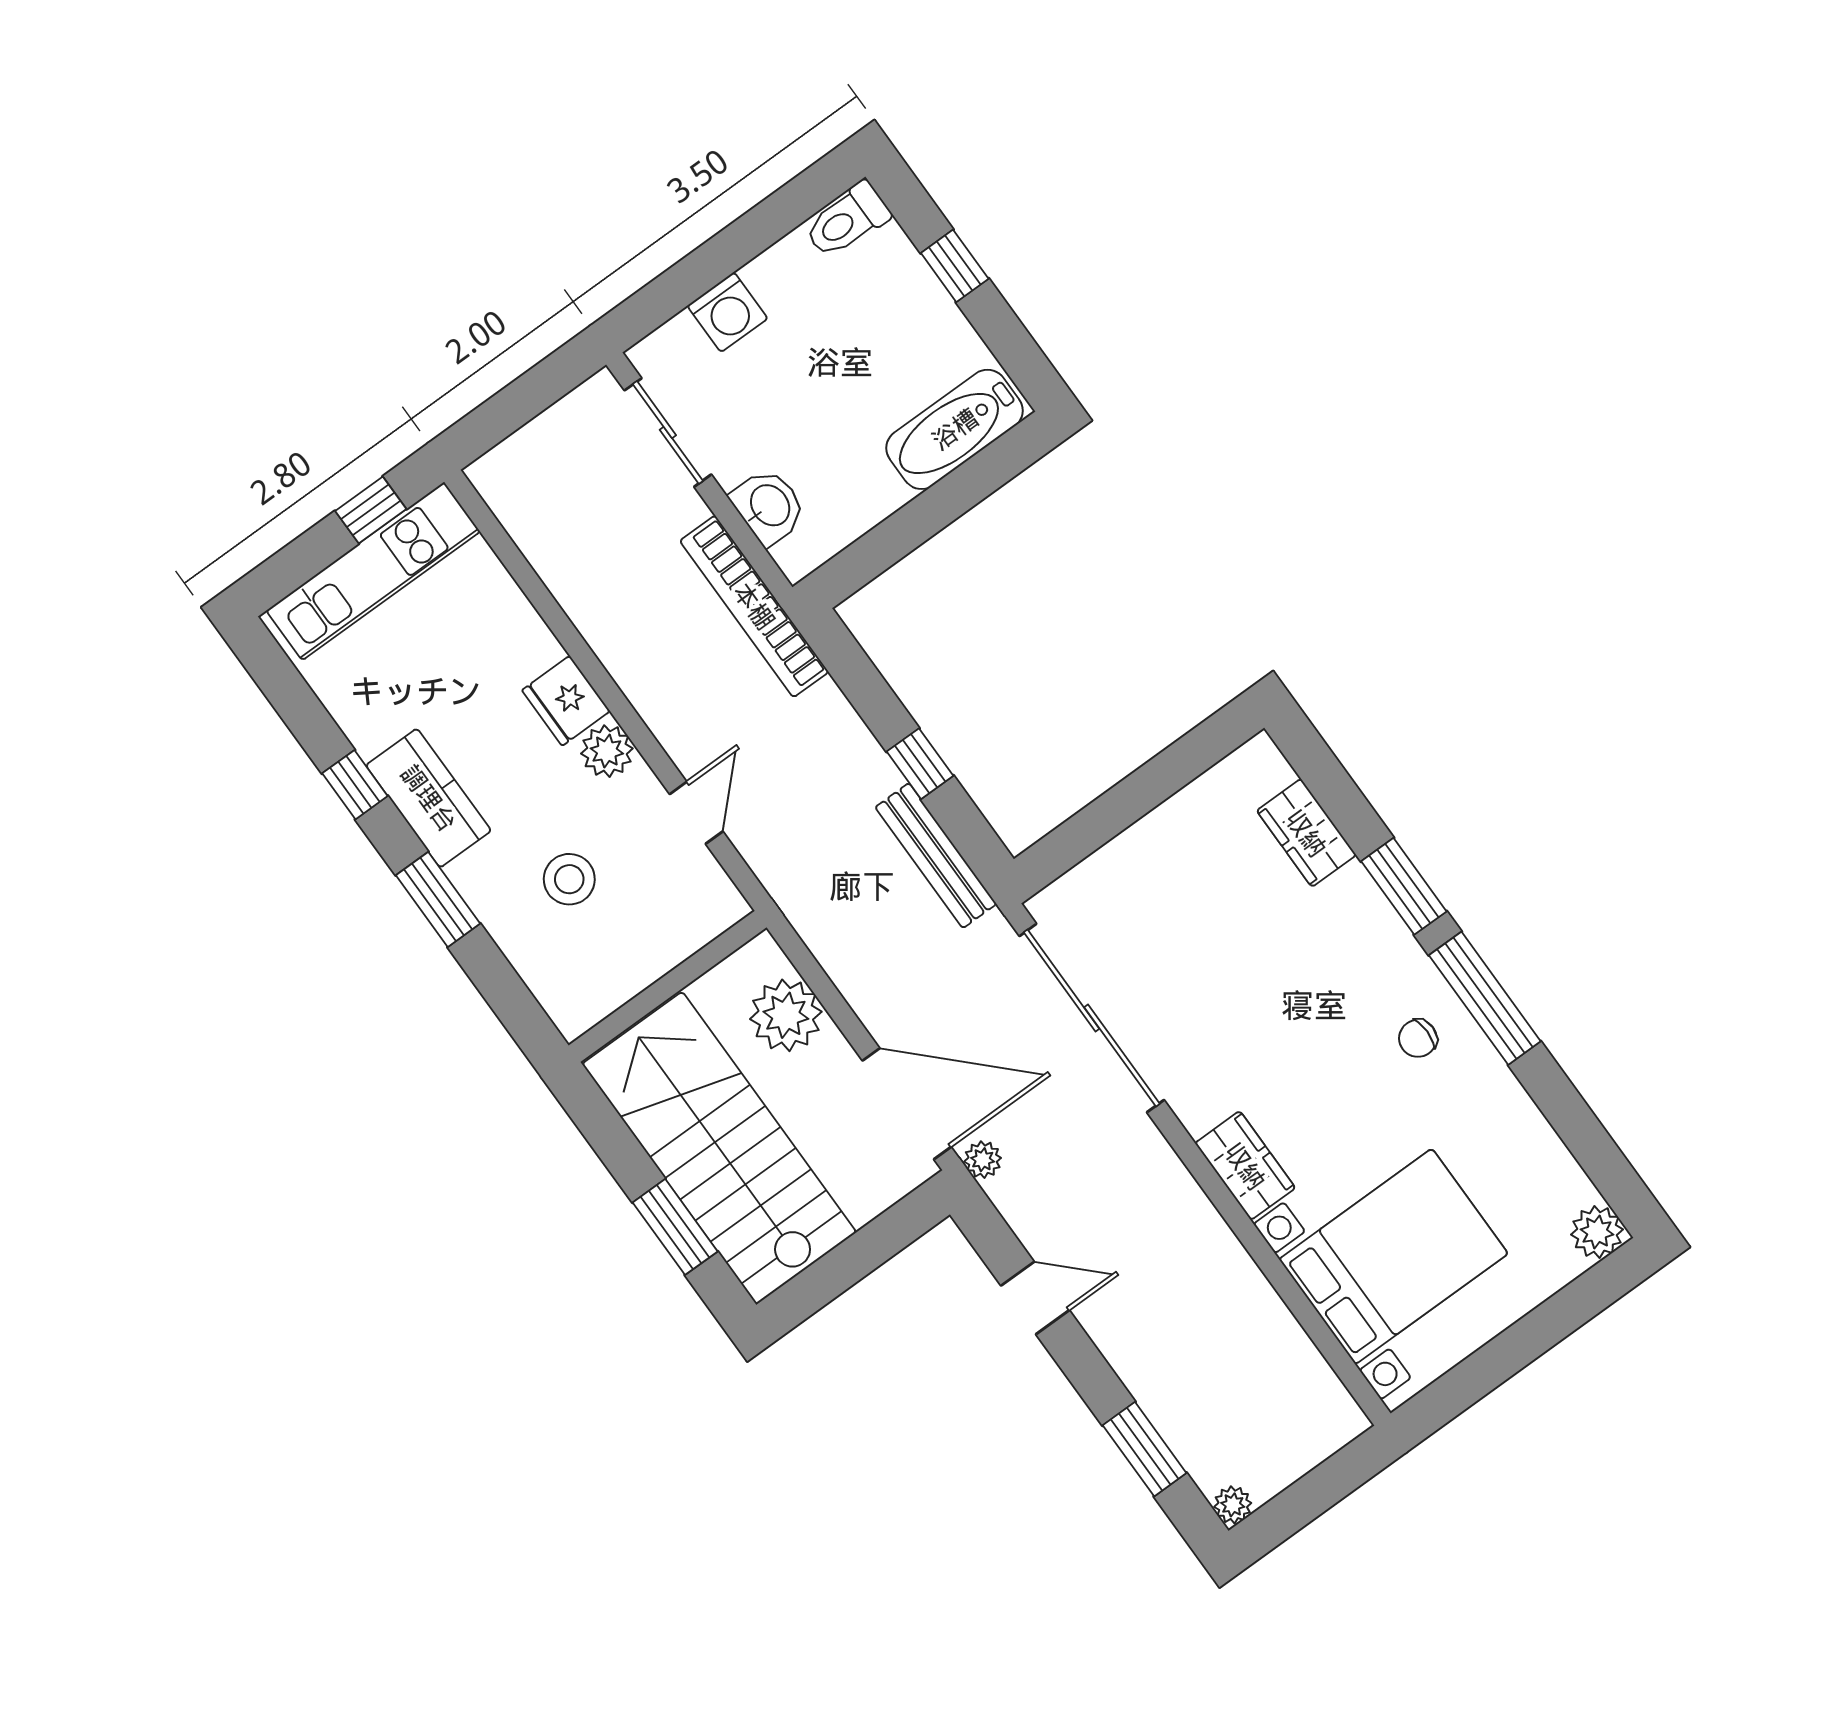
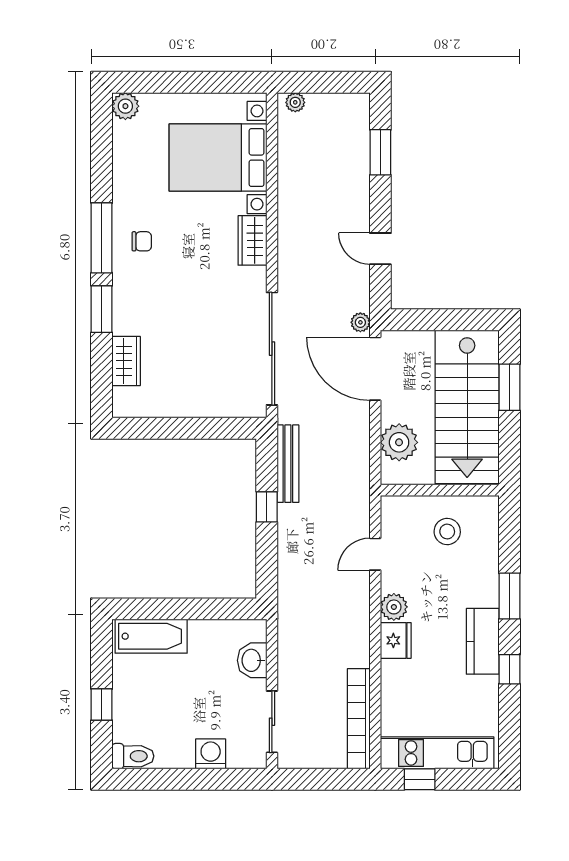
bookcase: (754, 606) -> (359, 719), moved, turned 180
stool: (569, 879) -> (447, 532), moved
plant: (1233, 1505) -> (295, 102), moved

